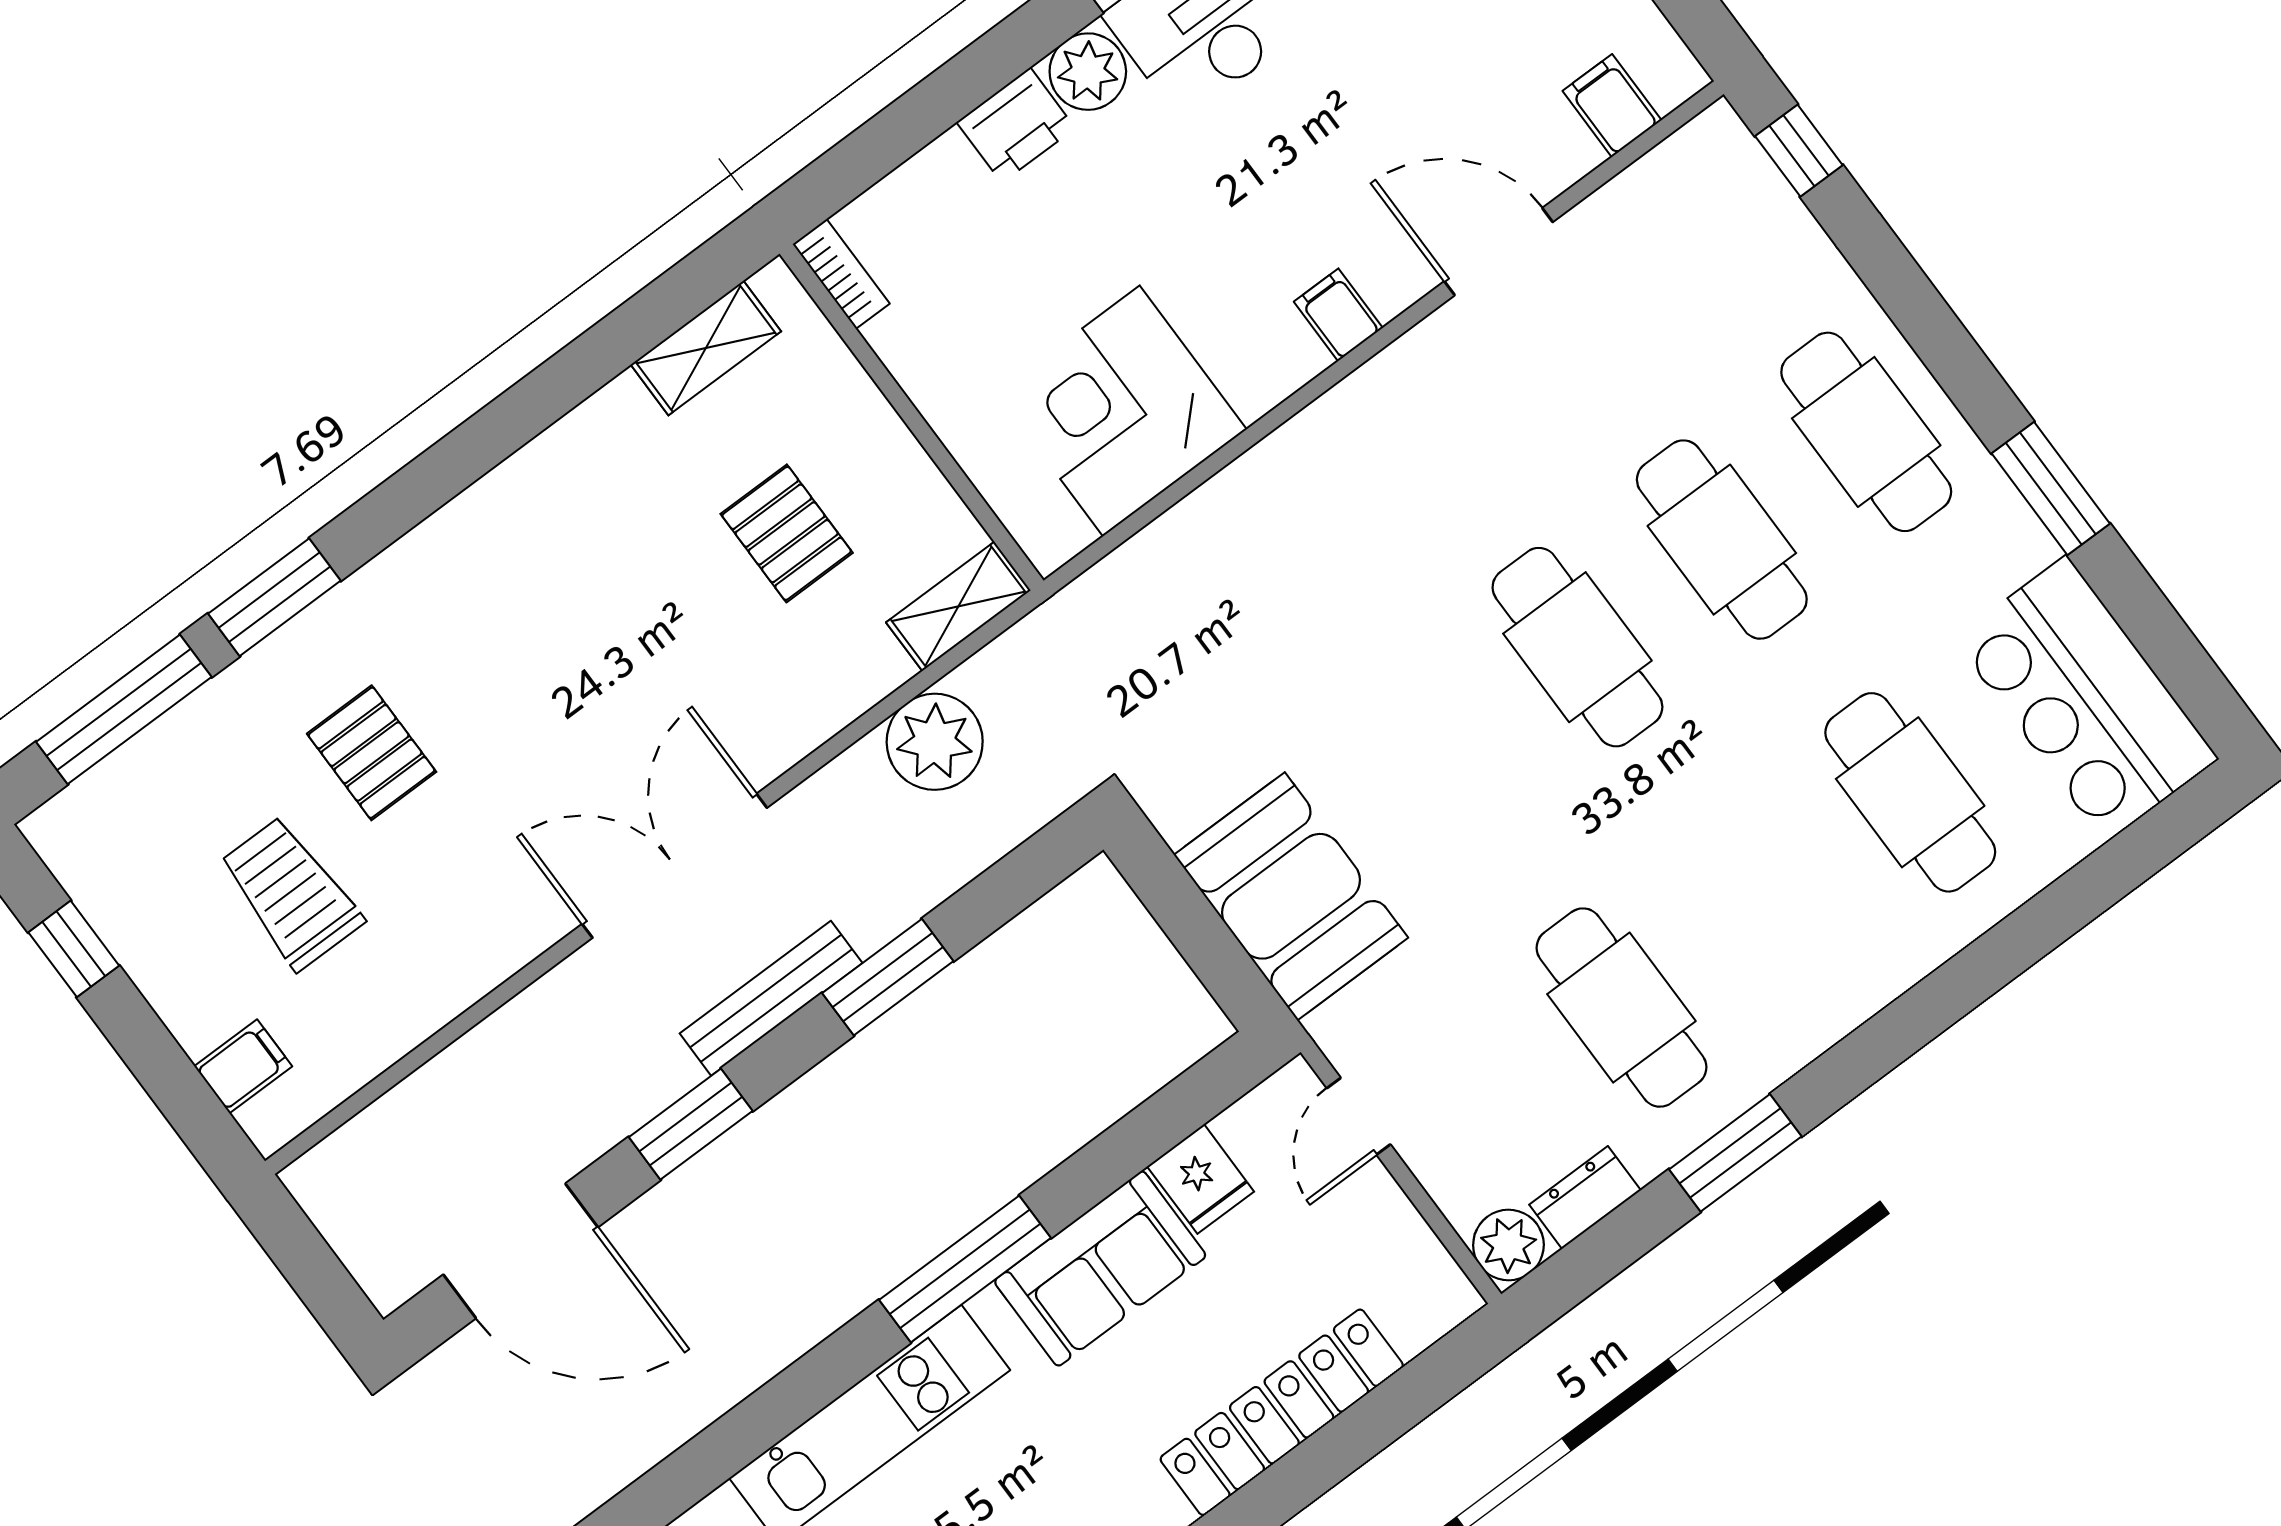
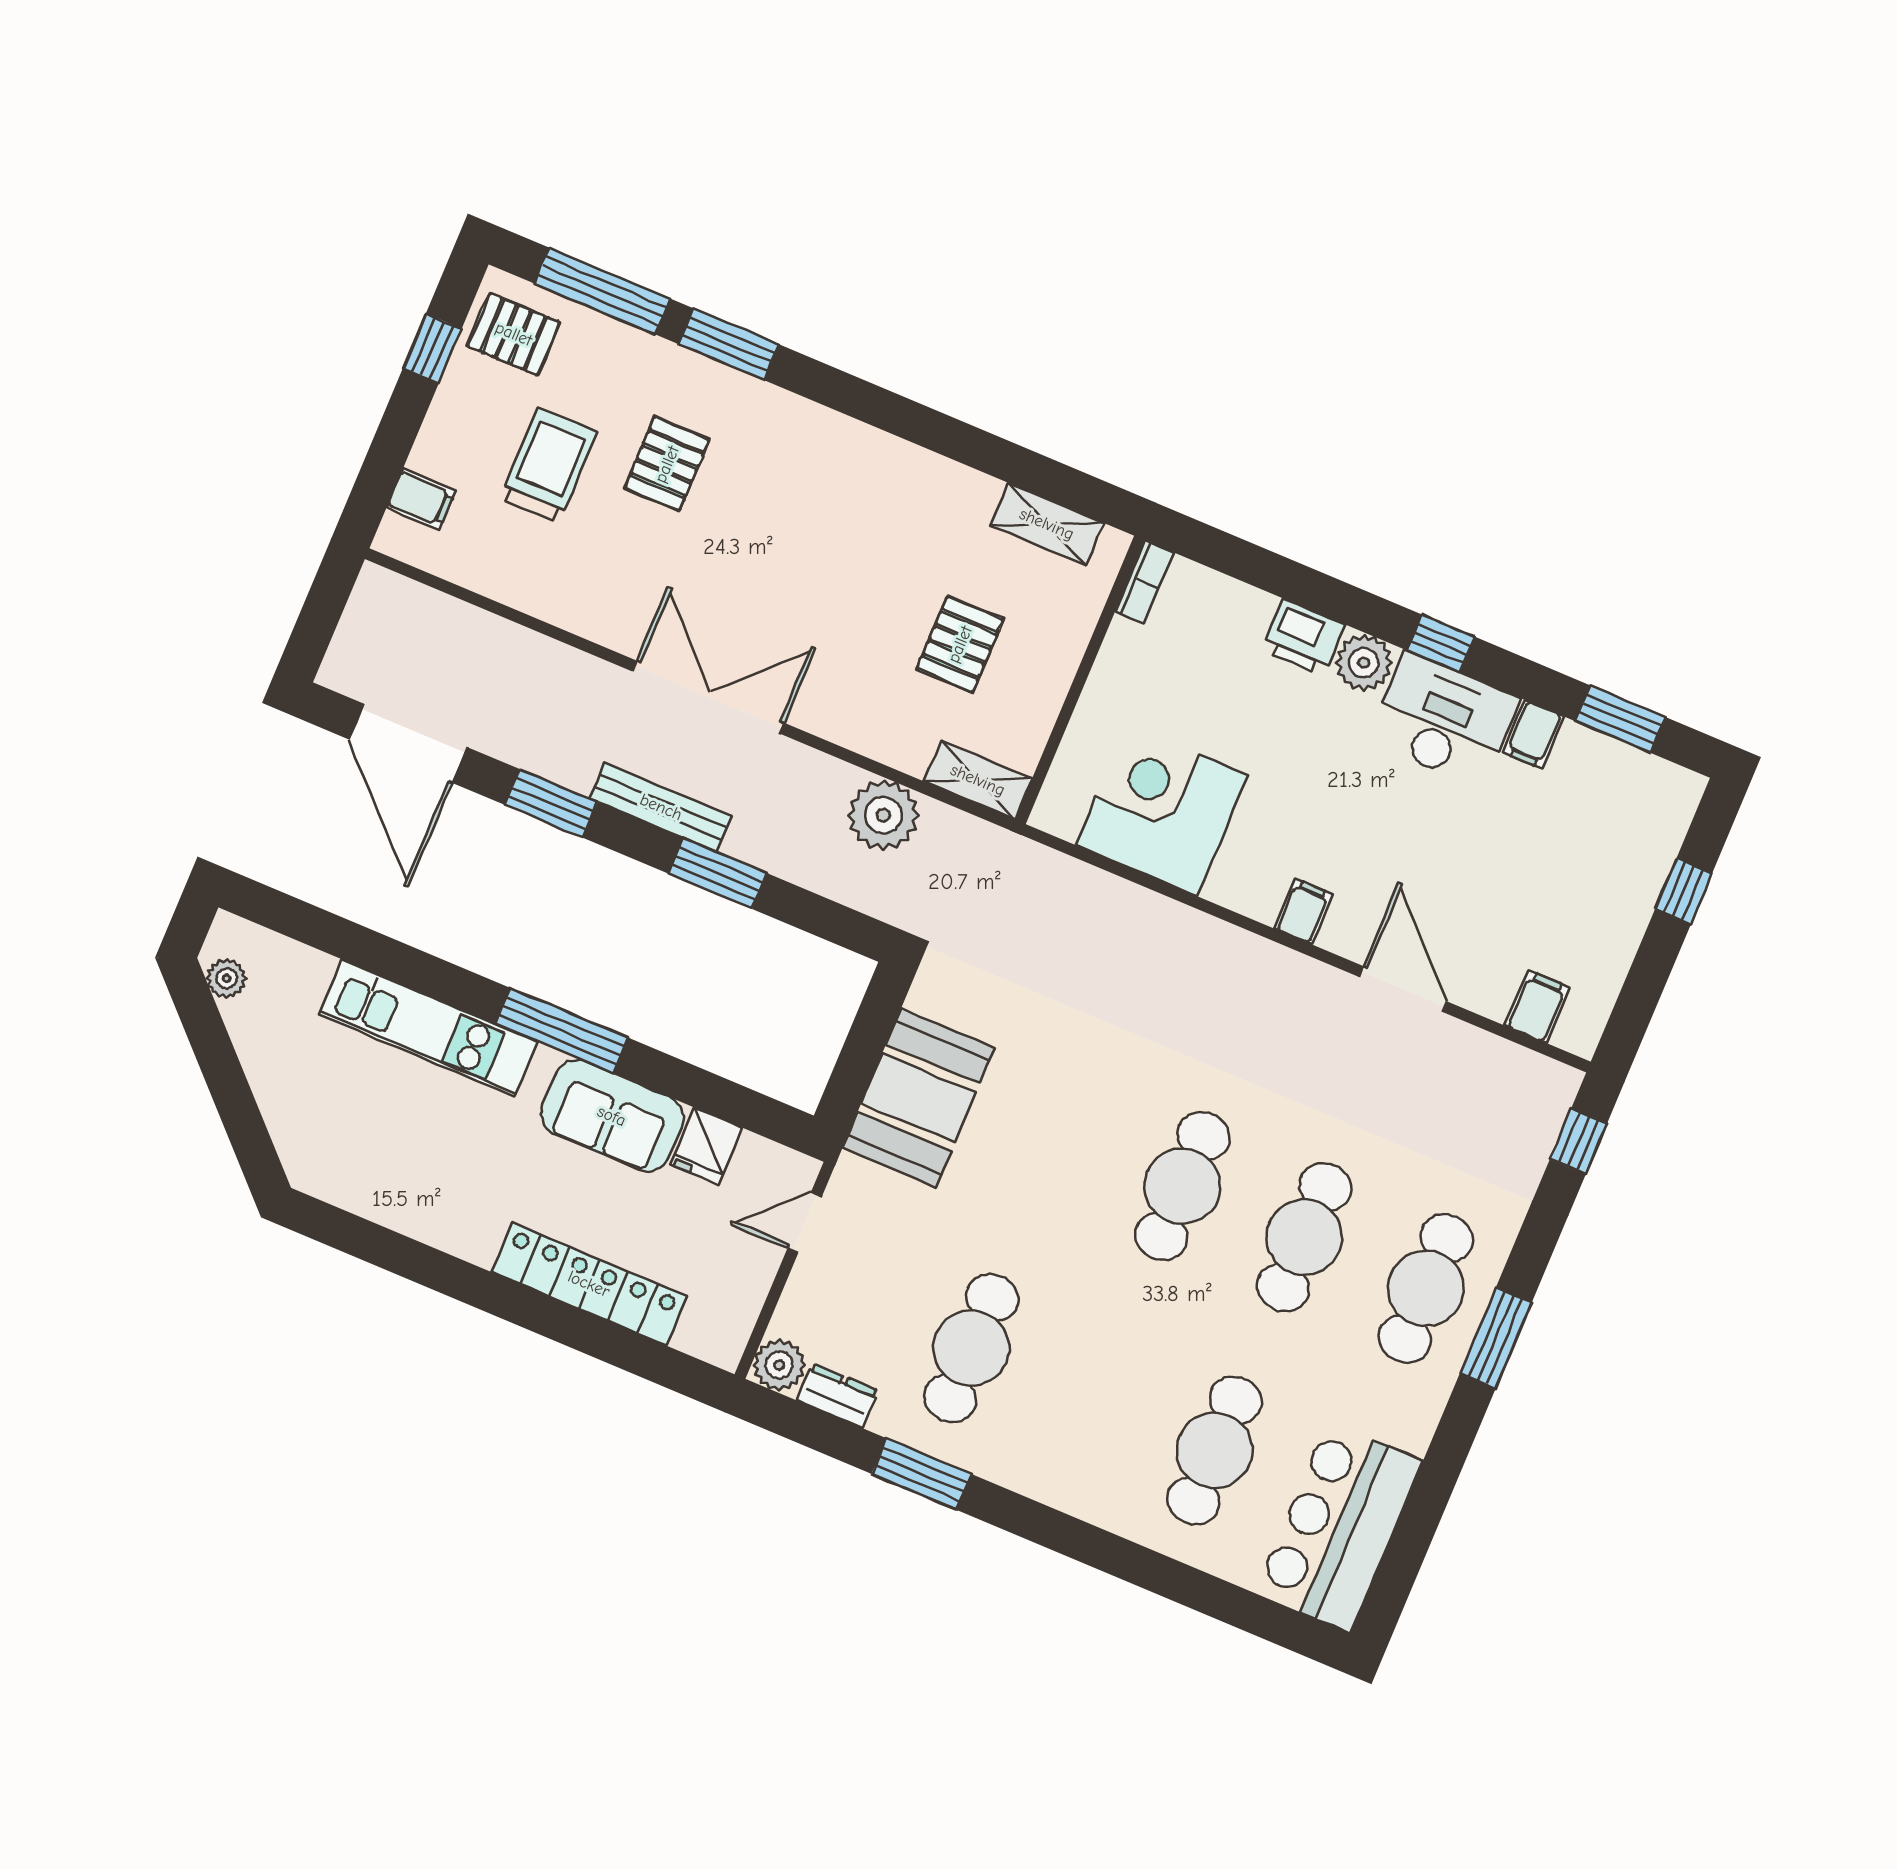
window: (2051, 489) -> (1496, 1338), moved
pallet: (113, 843) -> (514, 334), added

